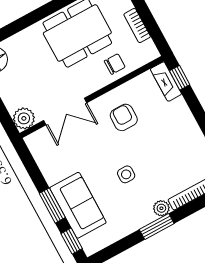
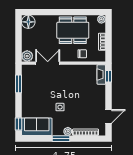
double door: (65, 112) -> (48, 63), swing flipped
armchair: (124, 117) -> (73, 80), removed
window: (52, 205) -> (19, 84), moved
sofa: (78, 205) -> (37, 127), moved, turned -90

